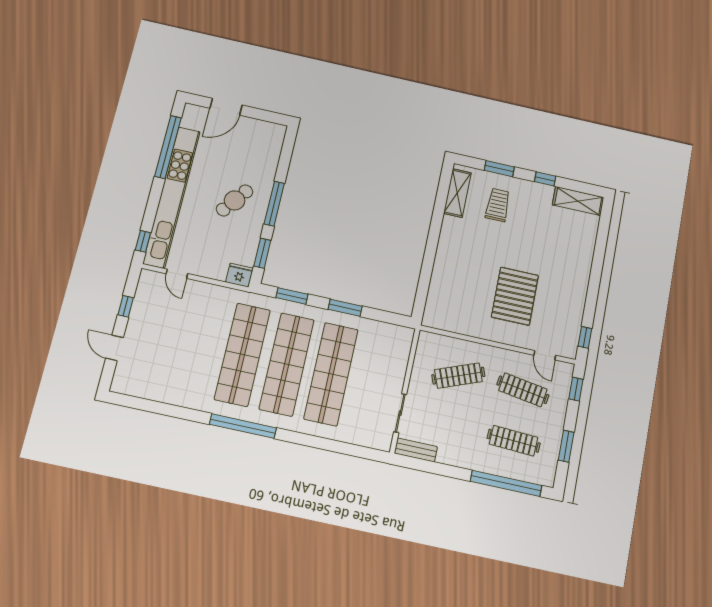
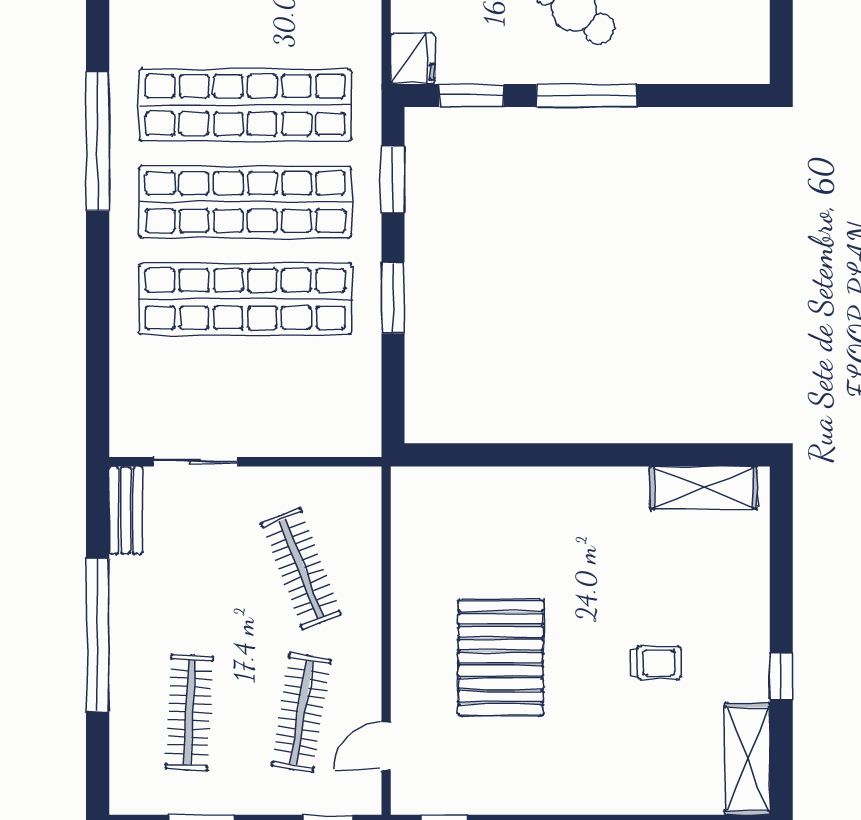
window: (499, 169) -> (781, 570), removed
trolley: (498, 205) -> (655, 663), moved, width x0.73, depth x0.72
pallet: (515, 296) -> (501, 658), turned 90
window: (506, 483) -> (98, 635), moved

